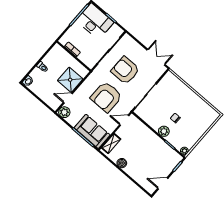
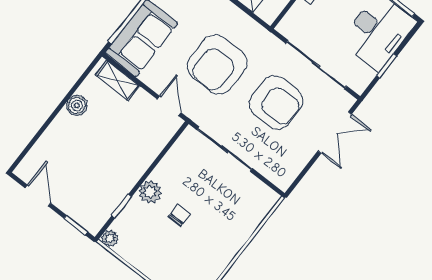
double door: (156, 57) -> (335, 133), moved
armchair: (125, 70) -> (276, 102), turned 90
armchair: (106, 97) -> (217, 65), turned -90

